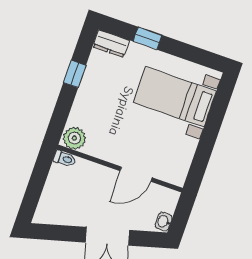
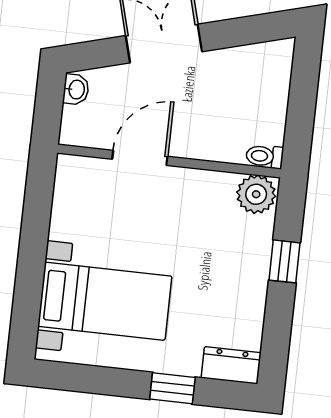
window: (75, 74) -> (285, 261), moved

